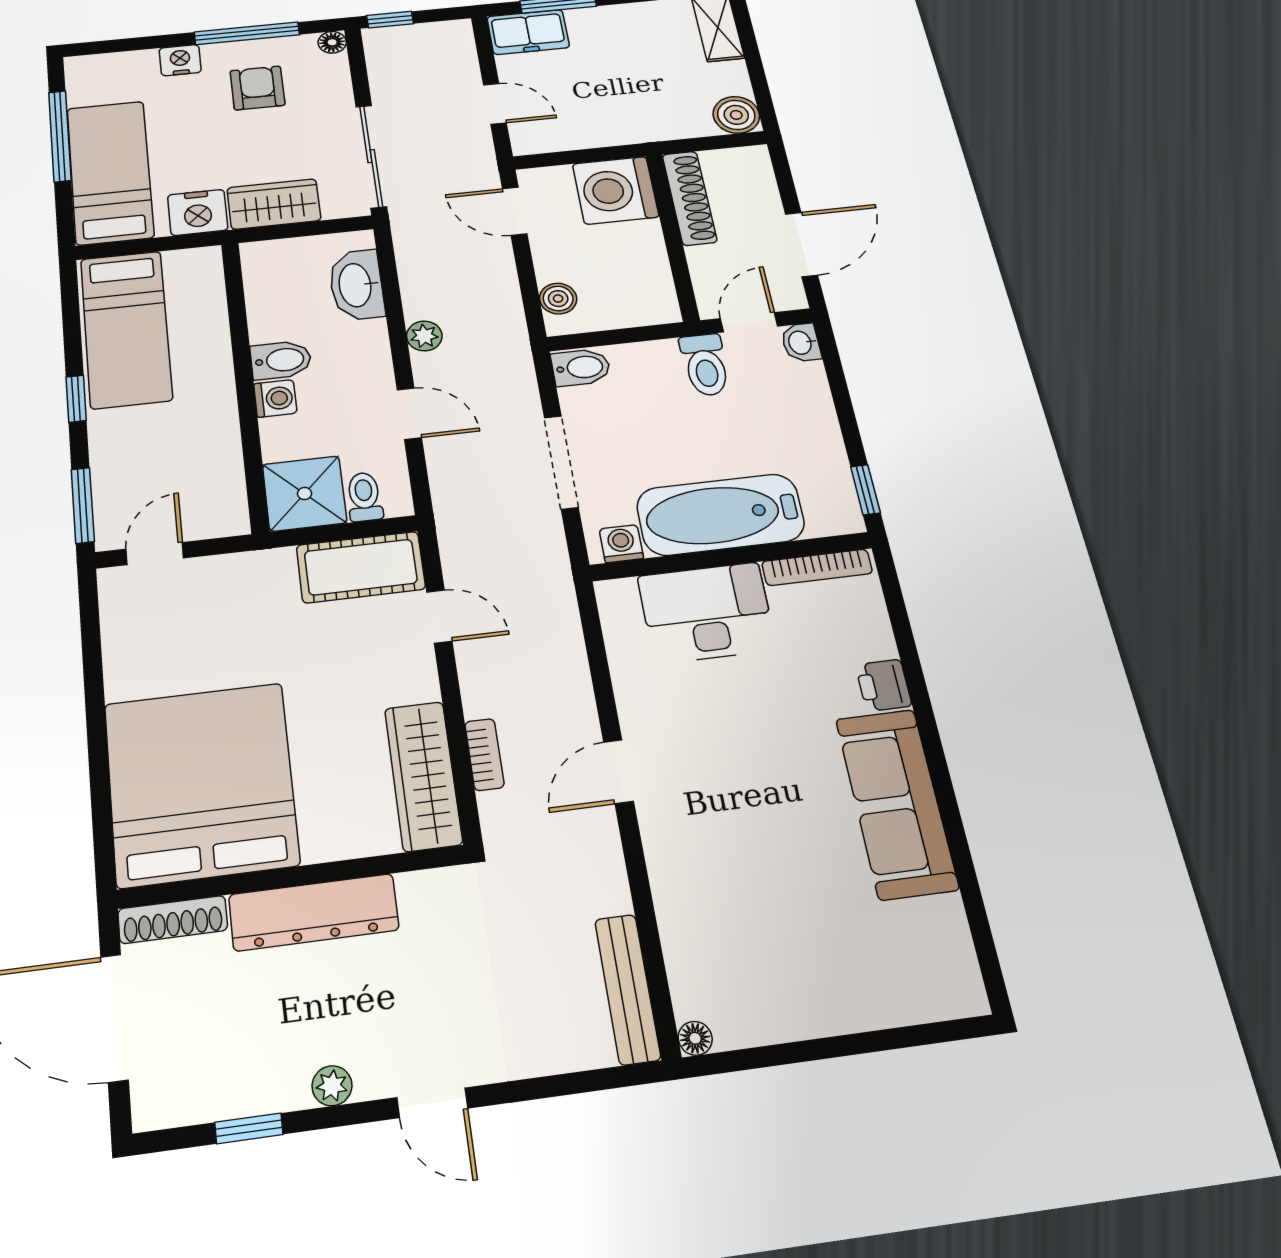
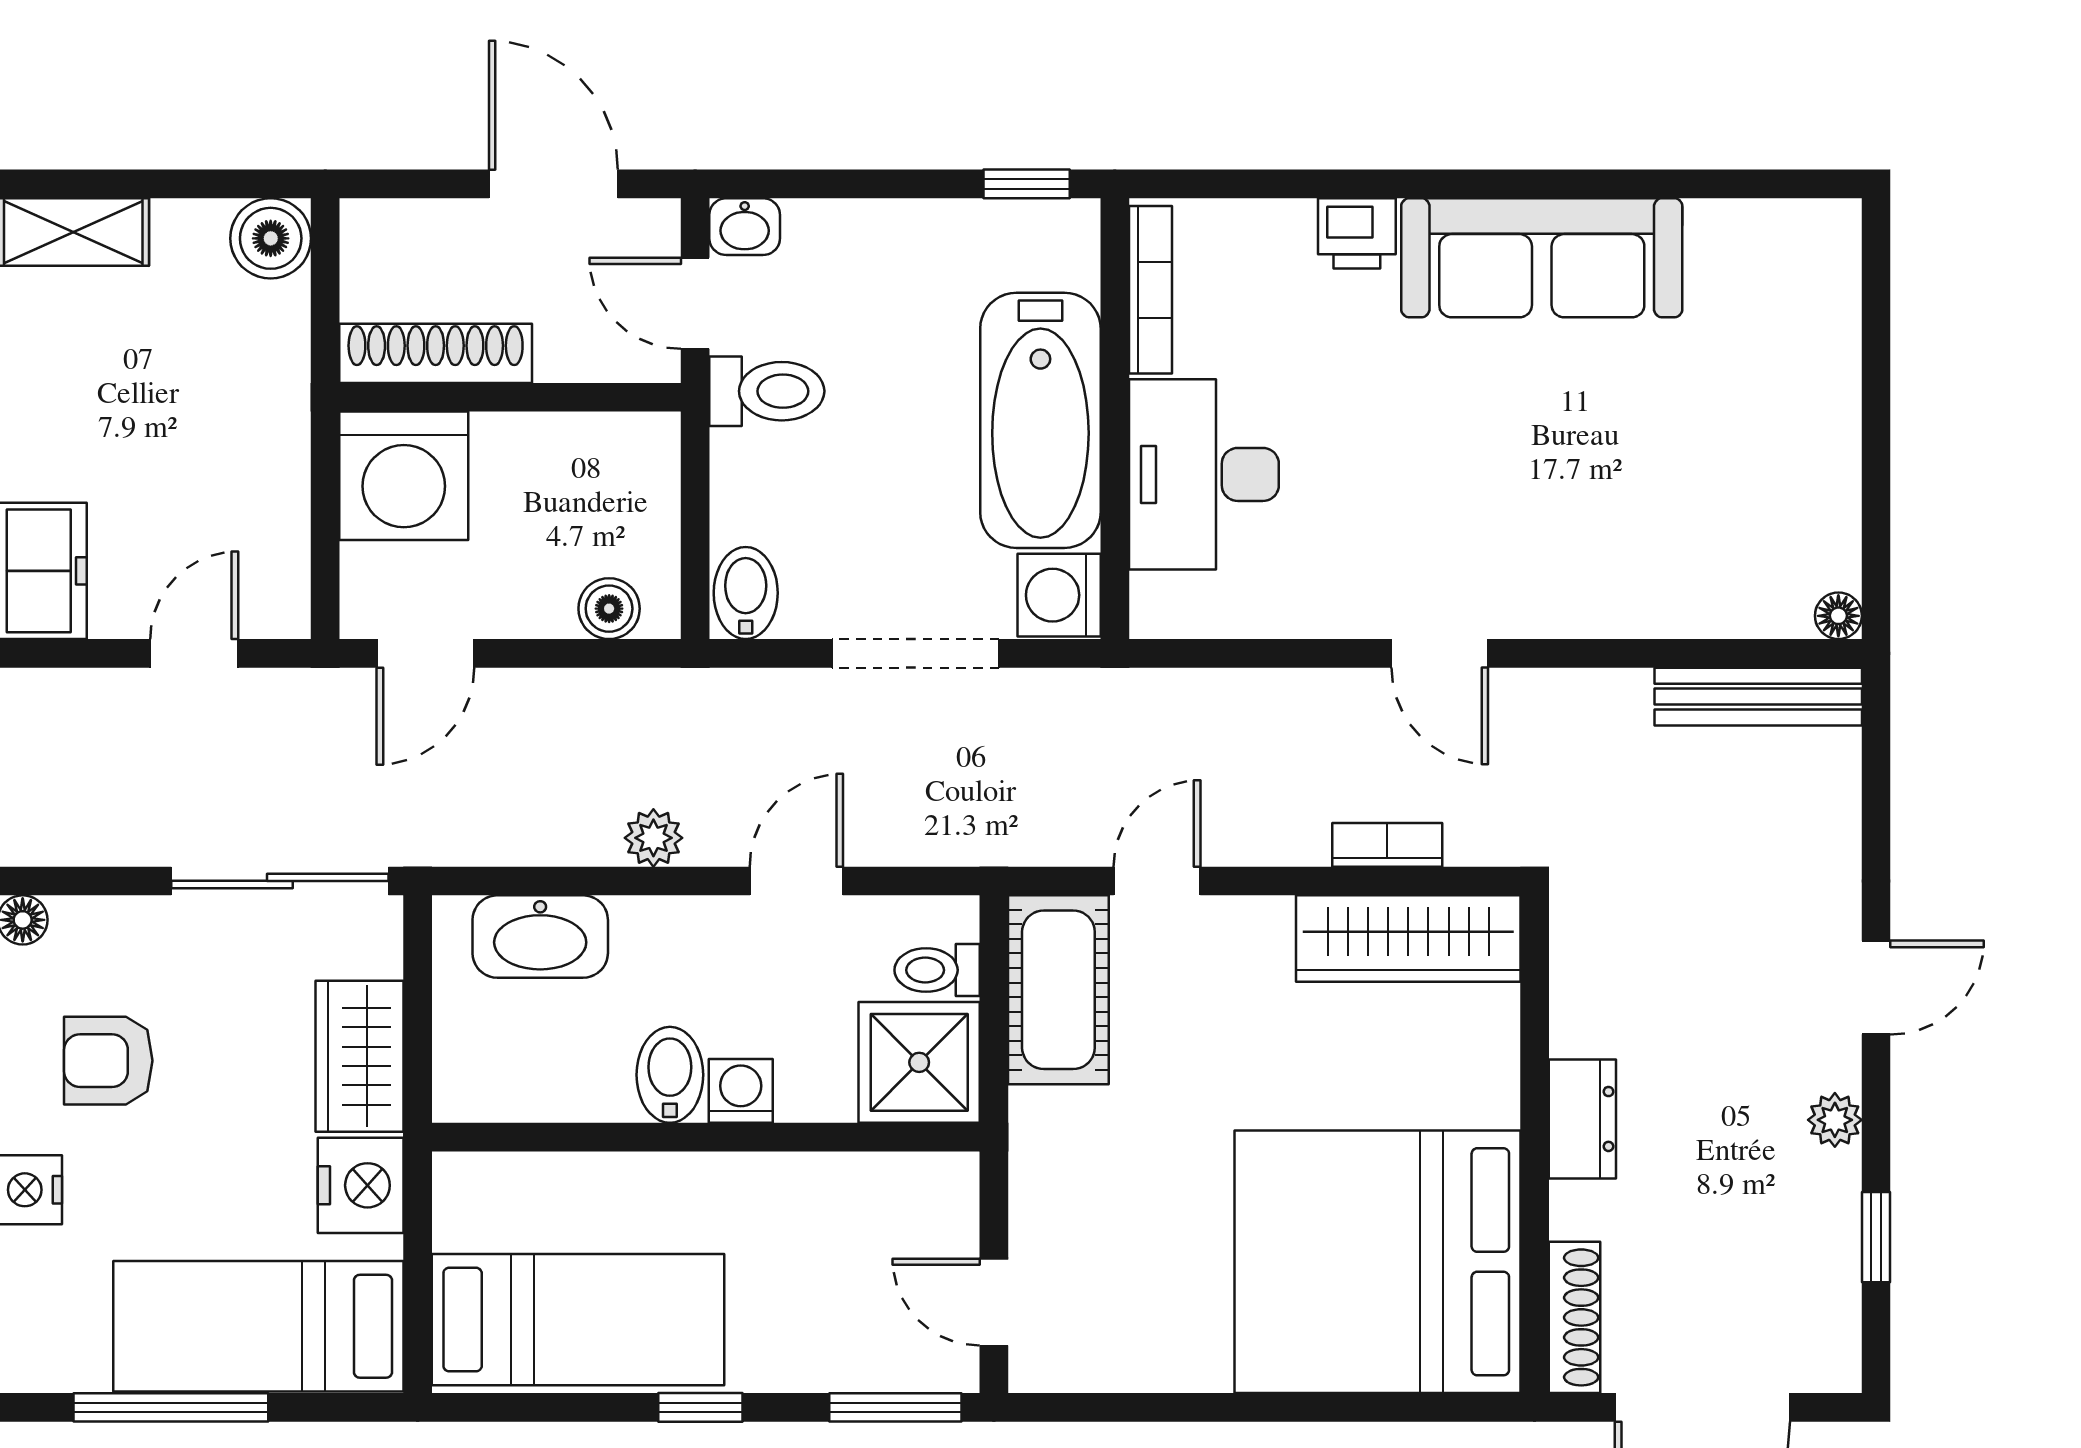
washing machine: (621, 544) -> (1059, 595), width x1.38, depth x1.38
dresser: (314, 912) -> (1582, 1119), width x0.51, depth x0.80

